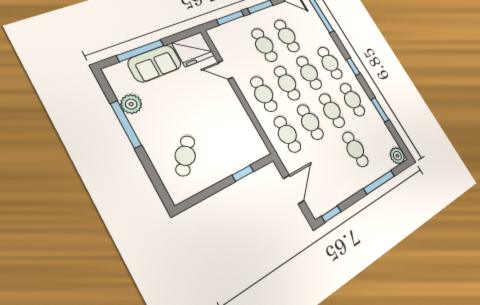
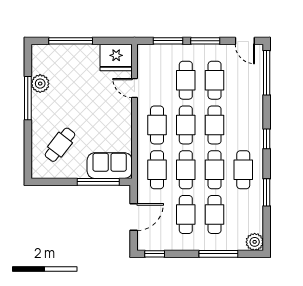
sofa: (155, 63) -> (110, 166), moved, turned 180
cafe table: (330, 63) -> (186, 215), moved
window: (243, 173) -> (98, 182), width x2.17

